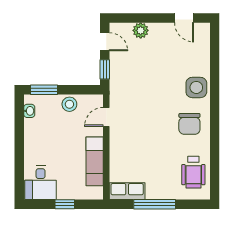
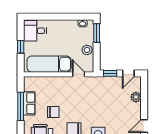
chair: (163, 155) -> (53, 112), added
exam couch: (95, 161) -> (49, 64), width x1.36, depth x1.45
row of seats: (127, 191) -> (29, 103), moved

